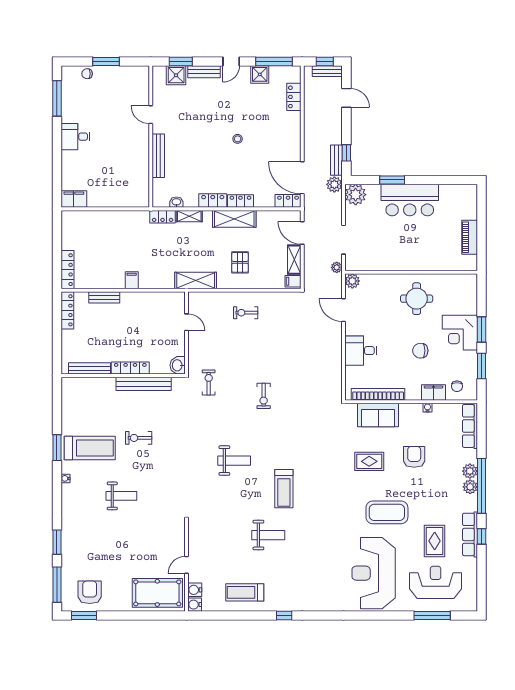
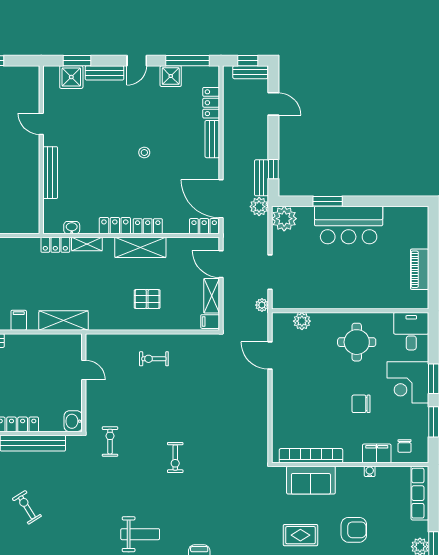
bench: (295, 128) -> (212, 139), added
pallet: (240, 262) -> (147, 299), turned 90
shelving: (196, 281) -> (64, 321), moved
plant: (352, 281) -> (302, 321), moved
desk: (361, 351) -> (411, 331), moved, turned 90
exercise bike: (139, 438) -> (27, 507), turned 58
armchair: (414, 457) -> (354, 530), turned 90

